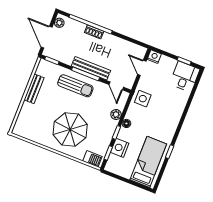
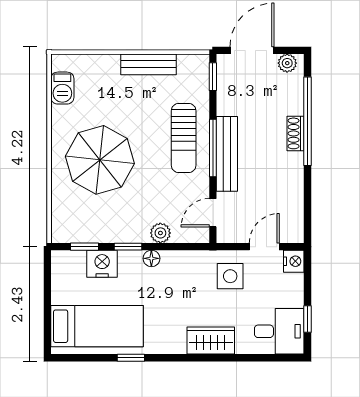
side table: (143, 99) -> (230, 276), moved
wardrobe: (176, 111) -> (211, 341), added
barbecue: (92, 159) -> (62, 88), moved

